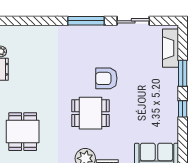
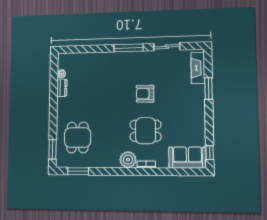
window: (183, 109) -> (210, 153), moved
dining table: (90, 113) -> (146, 131), moved

